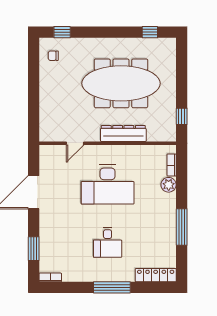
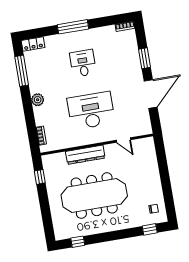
door: (75, 143) -> (123, 140), swing flipped
plant: (169, 185) -> (38, 100), moved
window: (182, 227) -> (22, 71), moved
window: (34, 249) -> (145, 58), moved
locker: (156, 275) -> (33, 44), width x0.66

